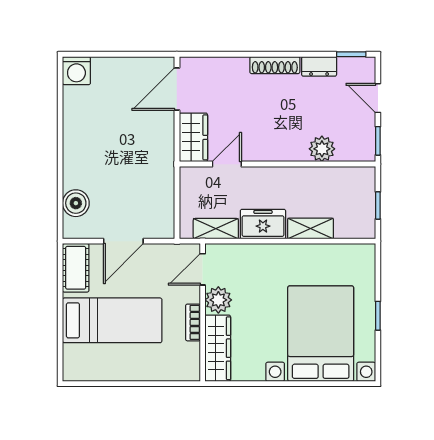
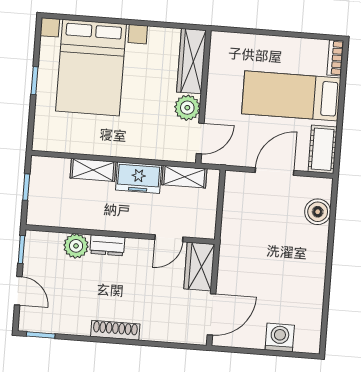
dresser: (319, 66) -> (107, 245), moved, turned 180
washing machine: (76, 71) -> (280, 338), moved
bookcase: (193, 322) -> (335, 58), moved, turned 180

